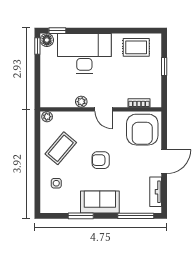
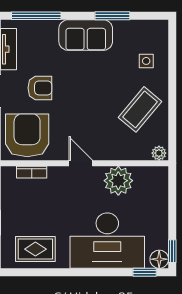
plant: (81, 102) -> (118, 181), width x1.87, depth x1.87
armchair: (101, 160) -> (40, 88), moved

